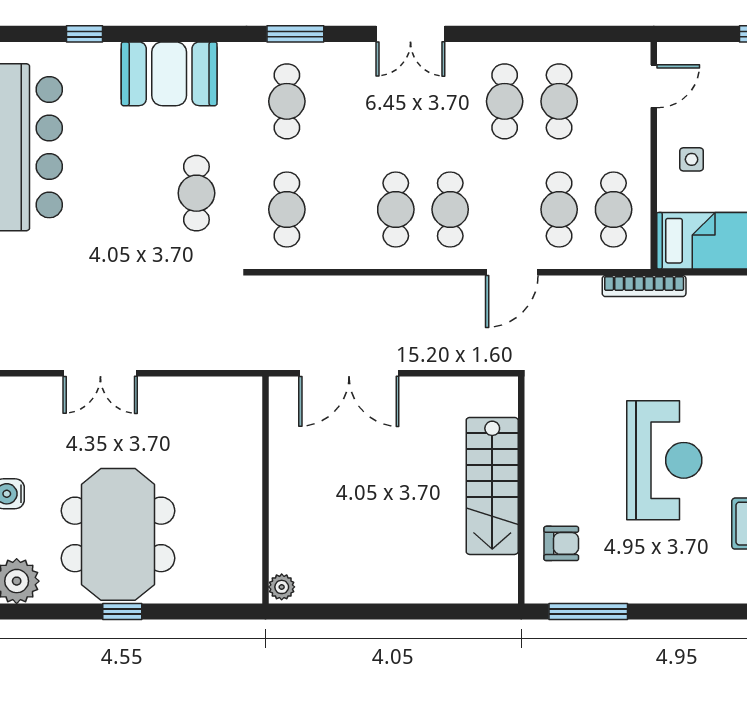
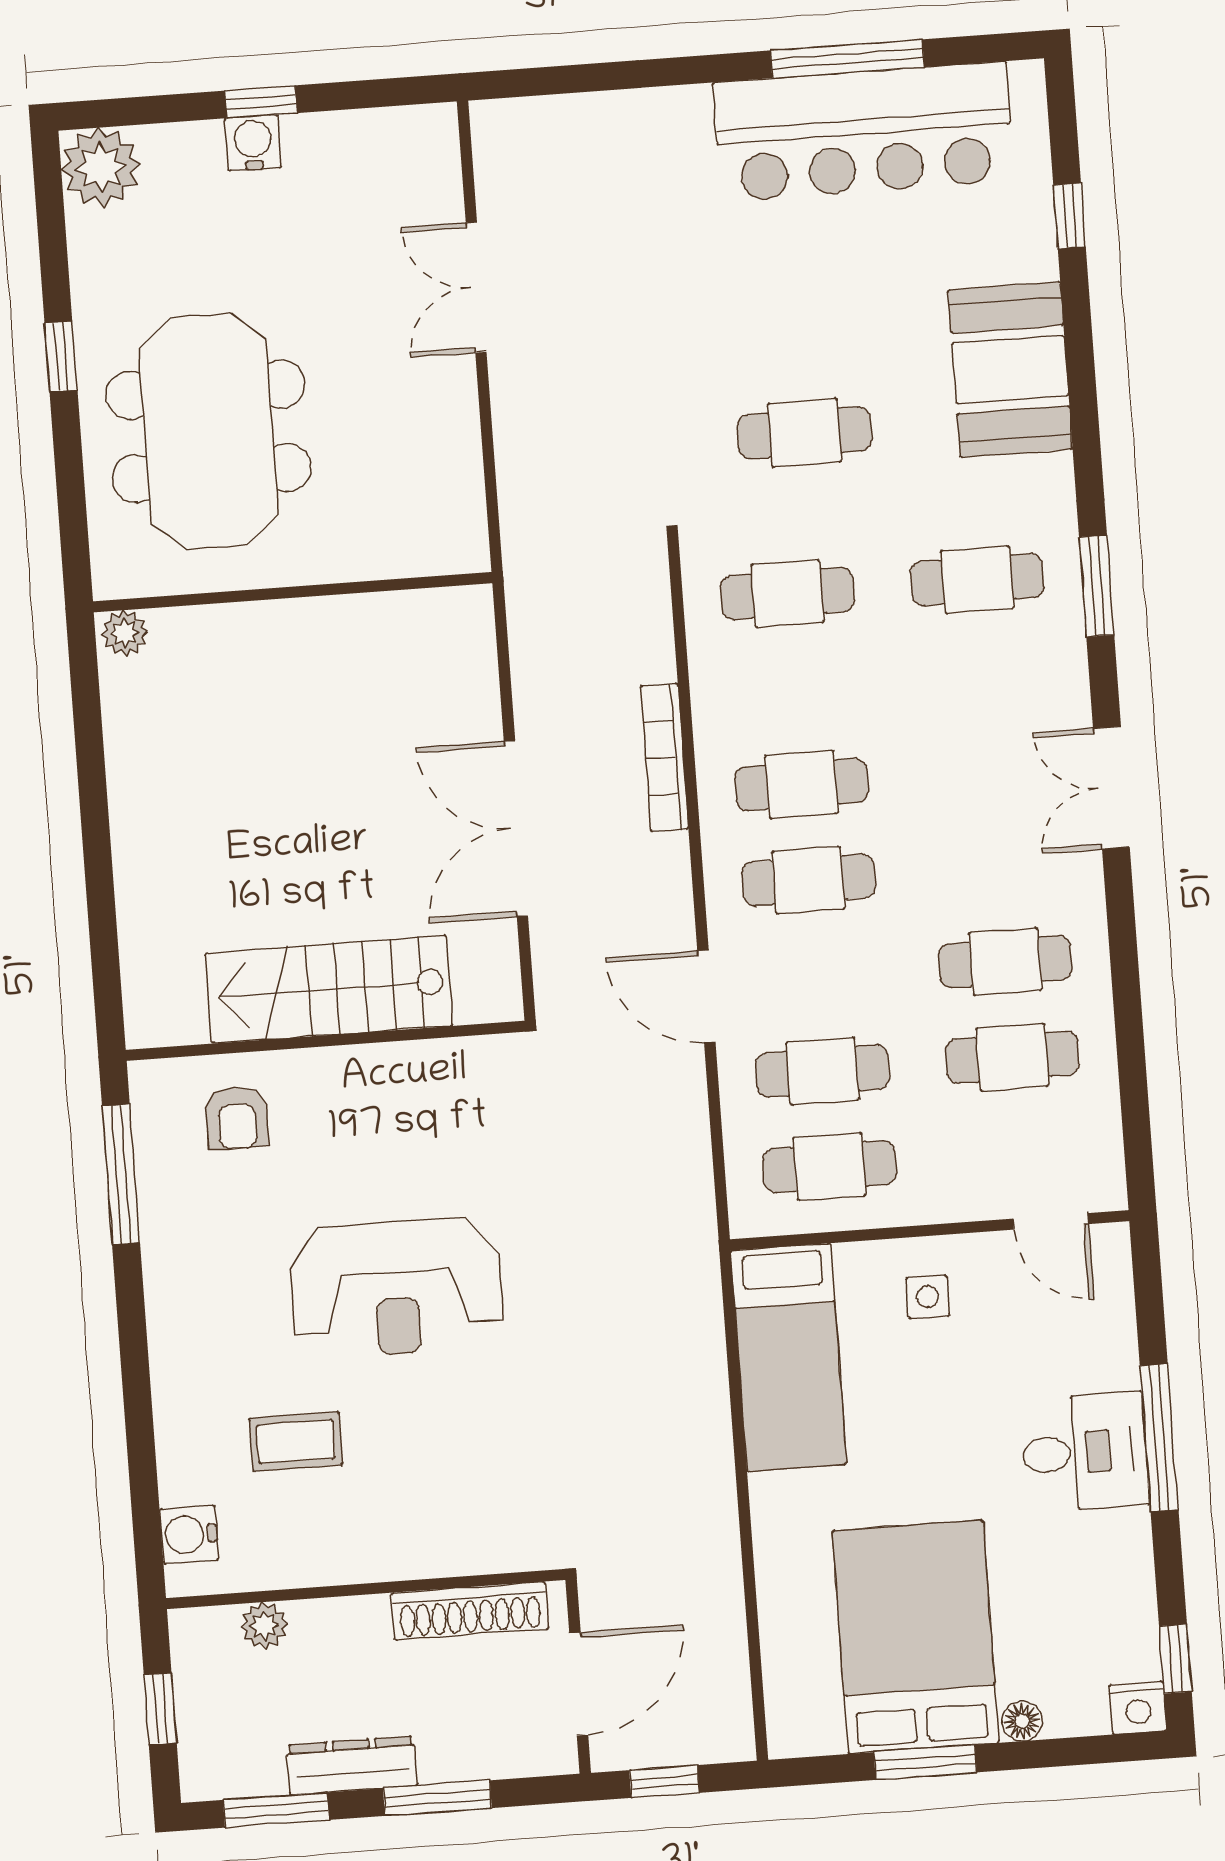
bookcase: (644, 286) -> (664, 758), moved
double door: (349, 373) -> (516, 829), moved
meeting table: (118, 534) -> (209, 431), moved, turned 90

